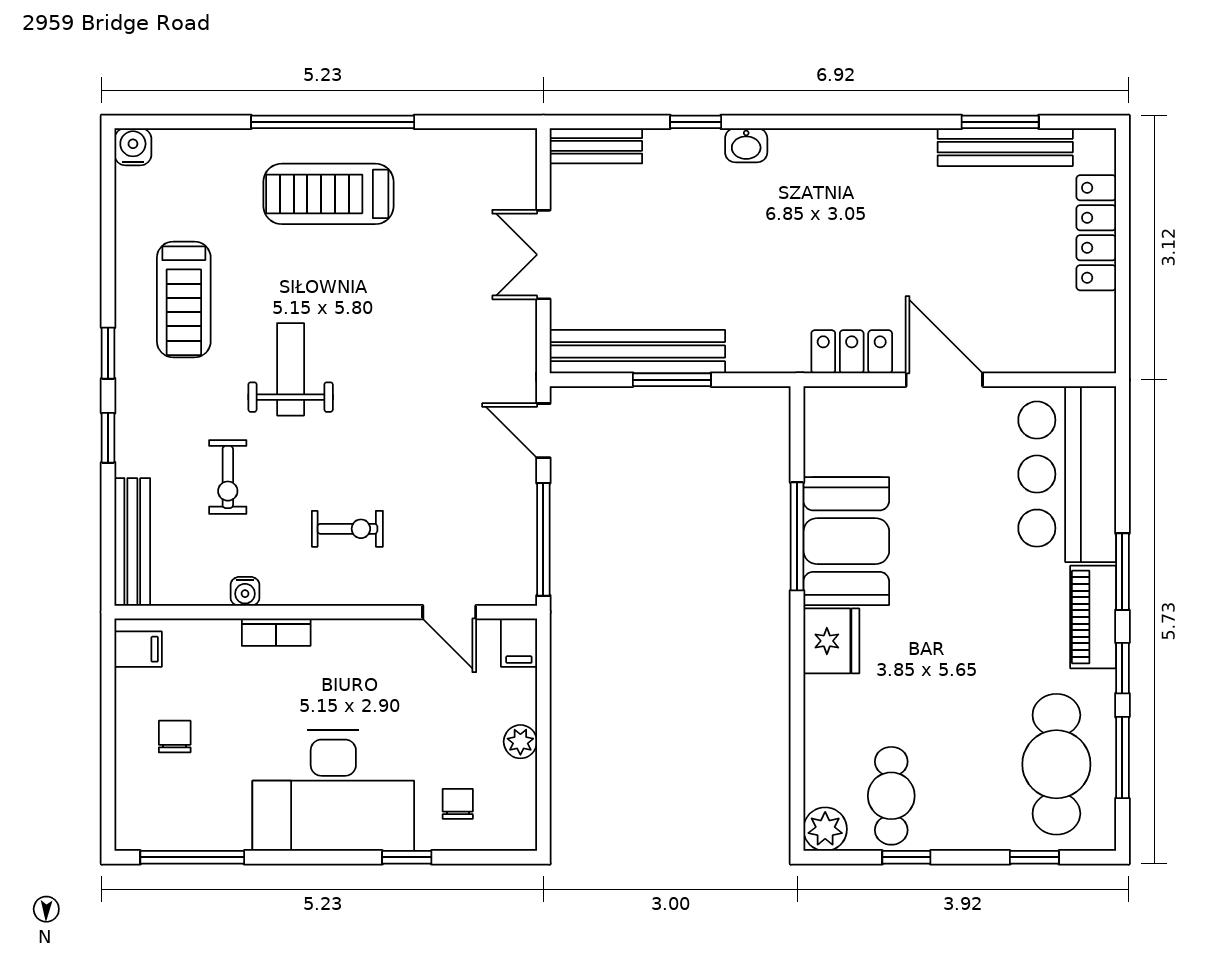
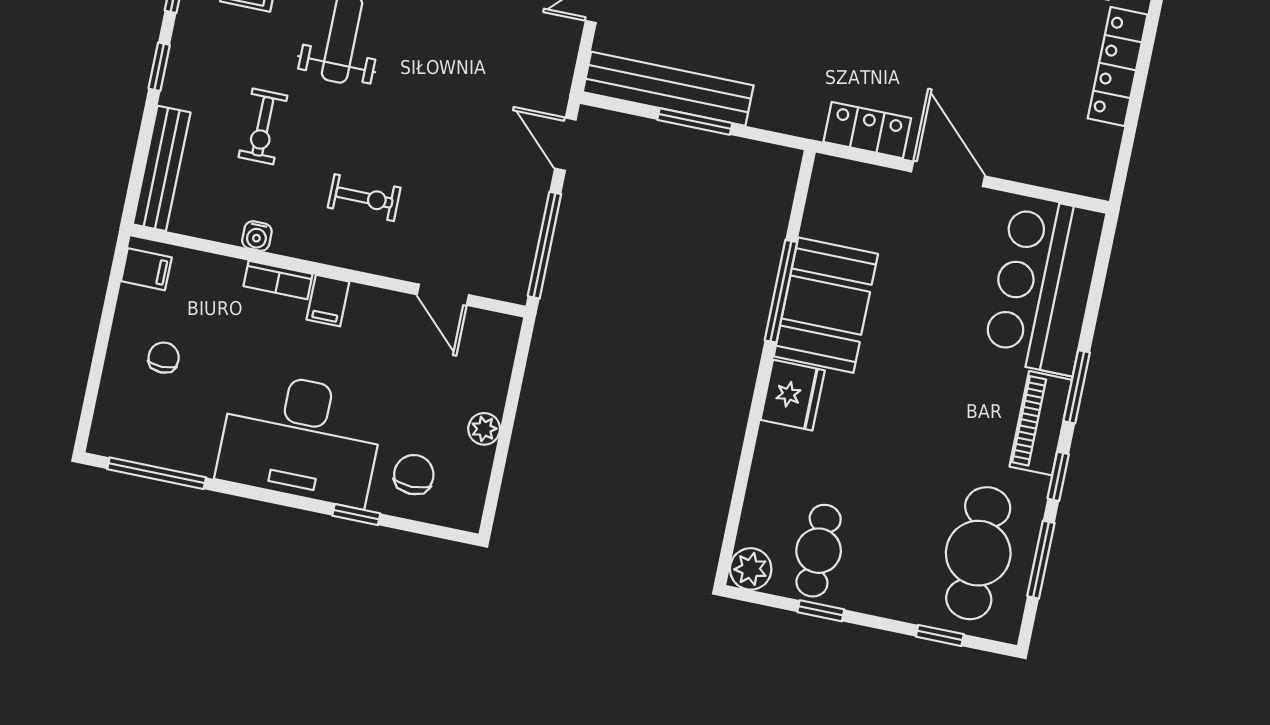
filing cabinet: (519, 643) -> (328, 301), moved
chair: (458, 804) -> (414, 475), width x1.37, depth x1.37

